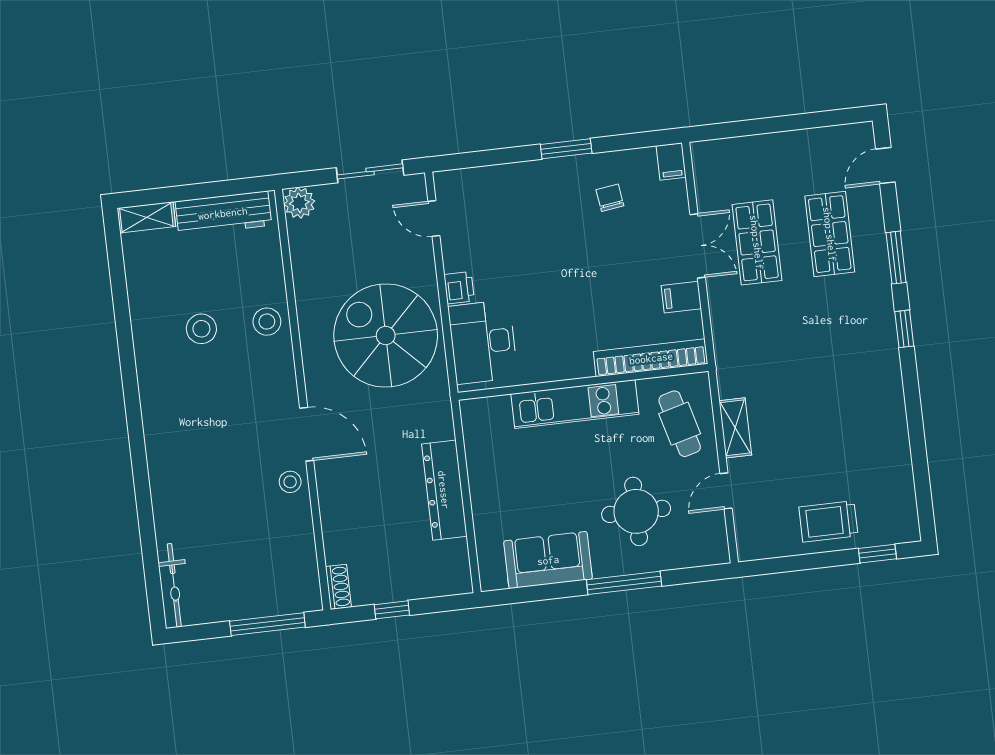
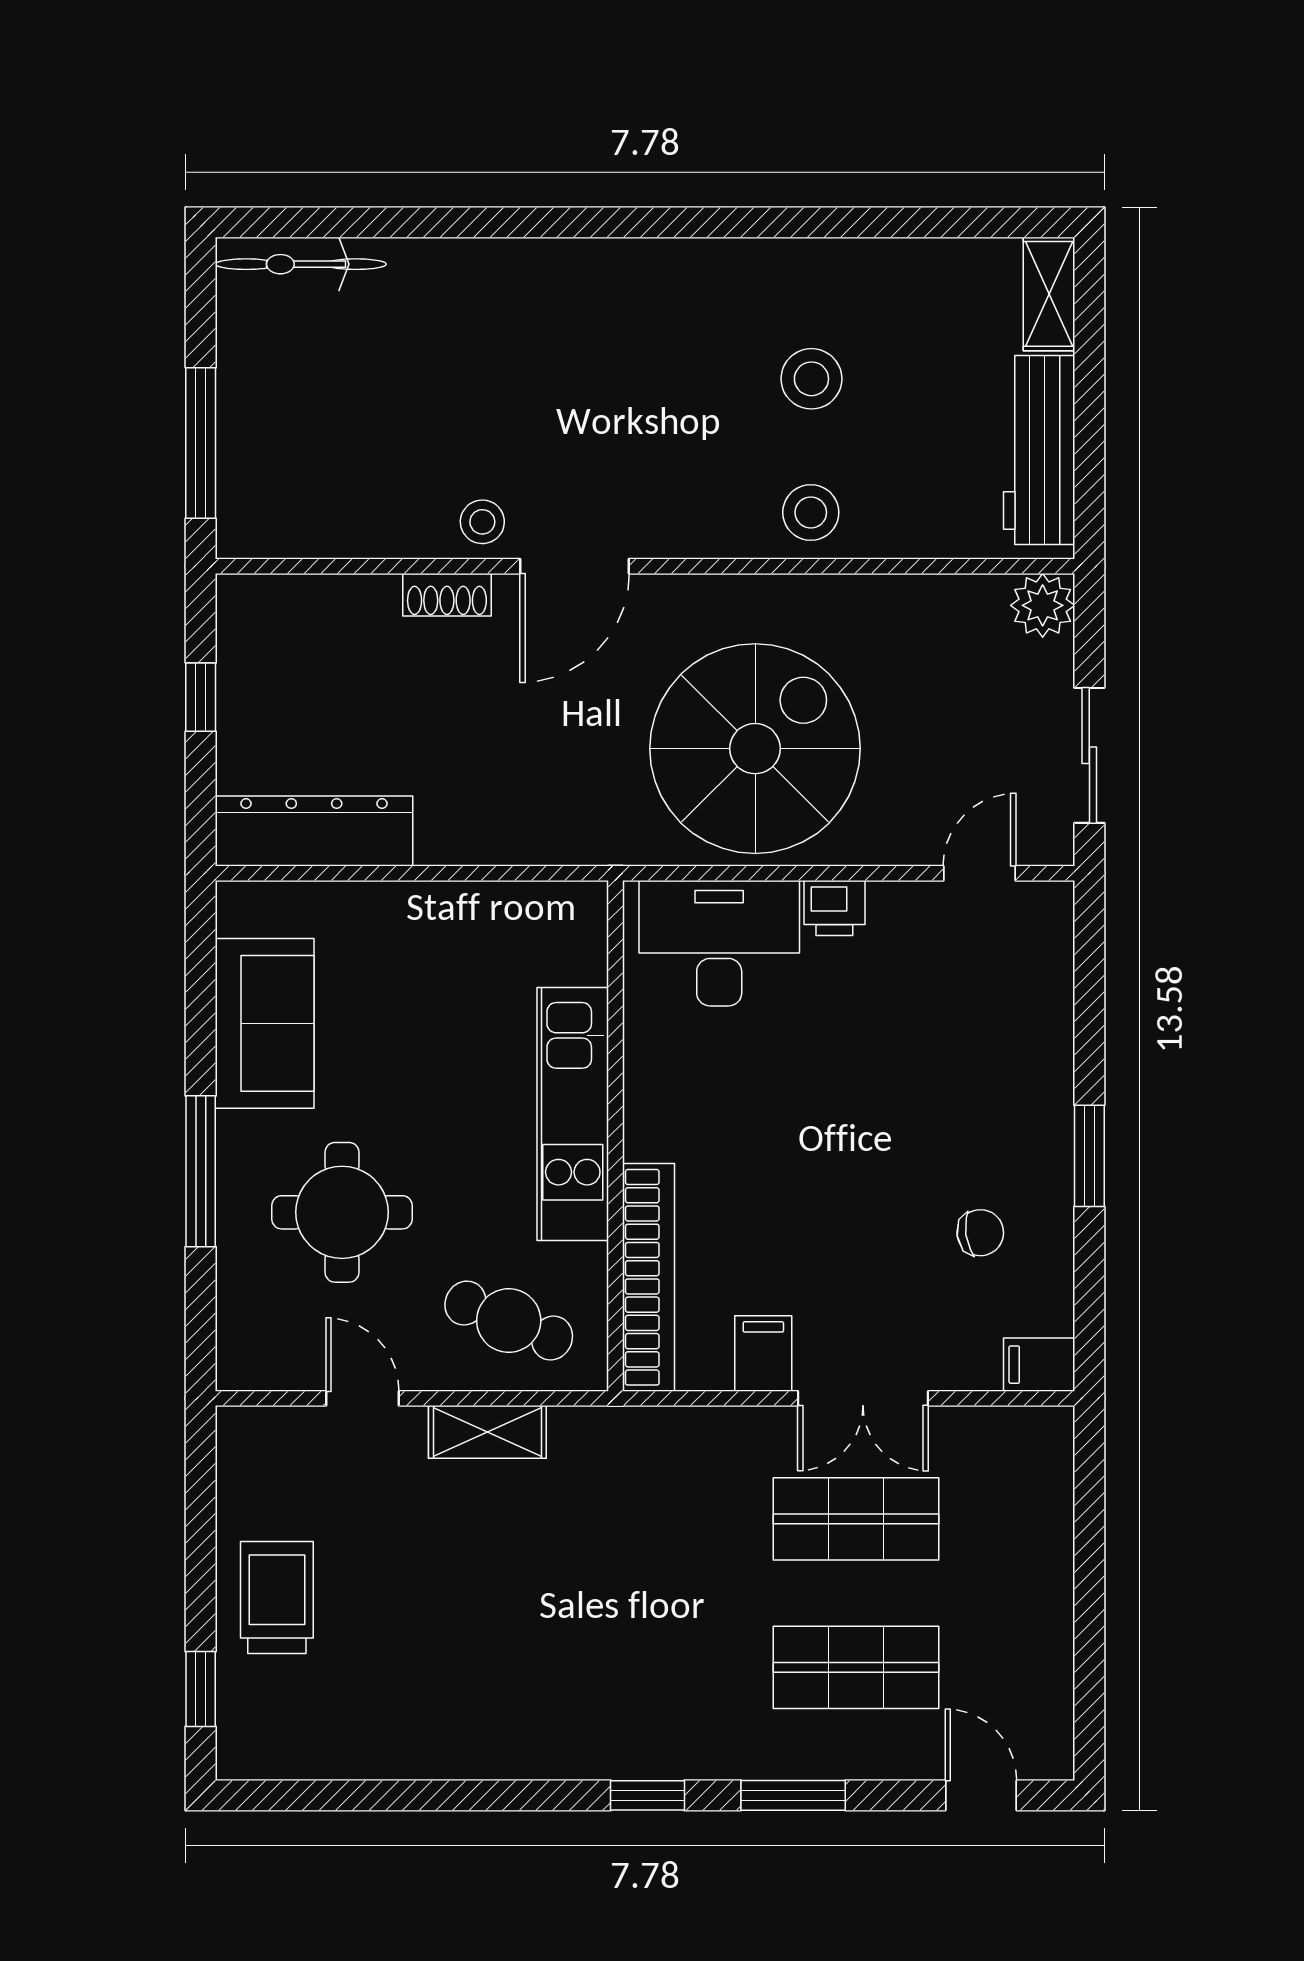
cafe table: (680, 424) -> (509, 1321), turned 37
dresser: (444, 490) -> (314, 831), moved
shoe rack: (338, 587) -> (447, 595), moved

